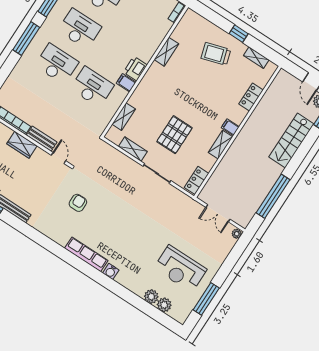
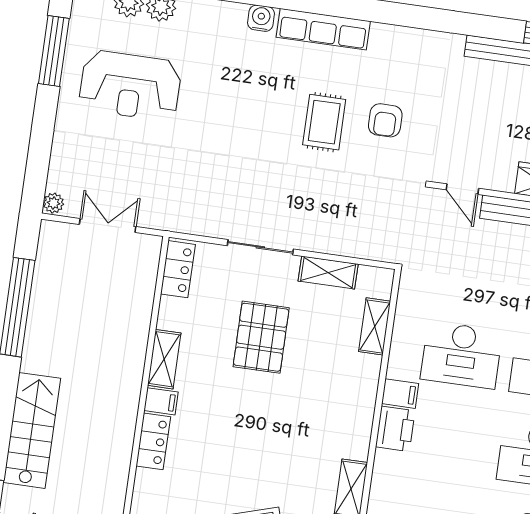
locker: (251, 97) -> (153, 441), moved
rug: (104, 214) -> (324, 122), added
reception desk: (180, 269) -> (130, 86), turned 180

